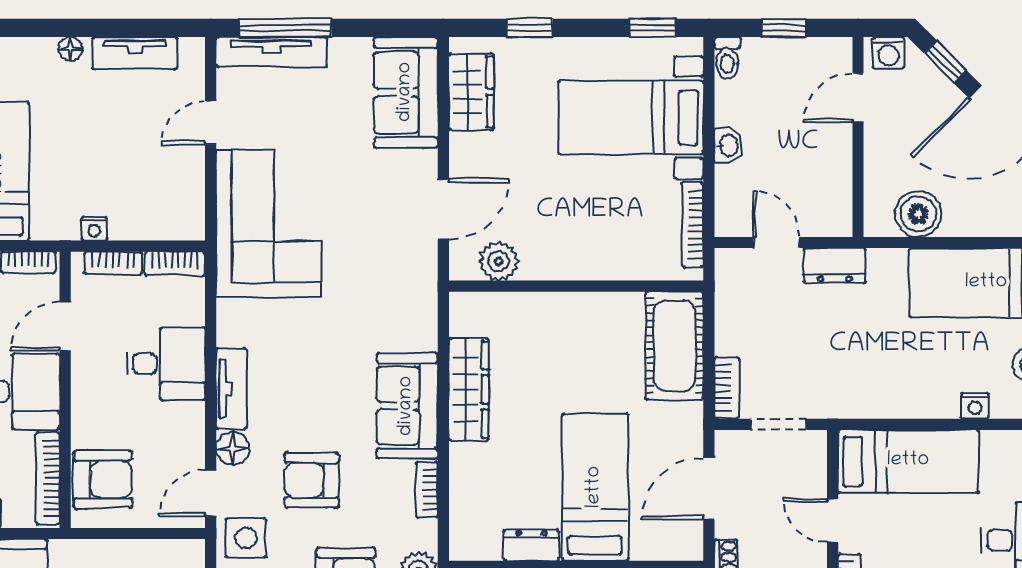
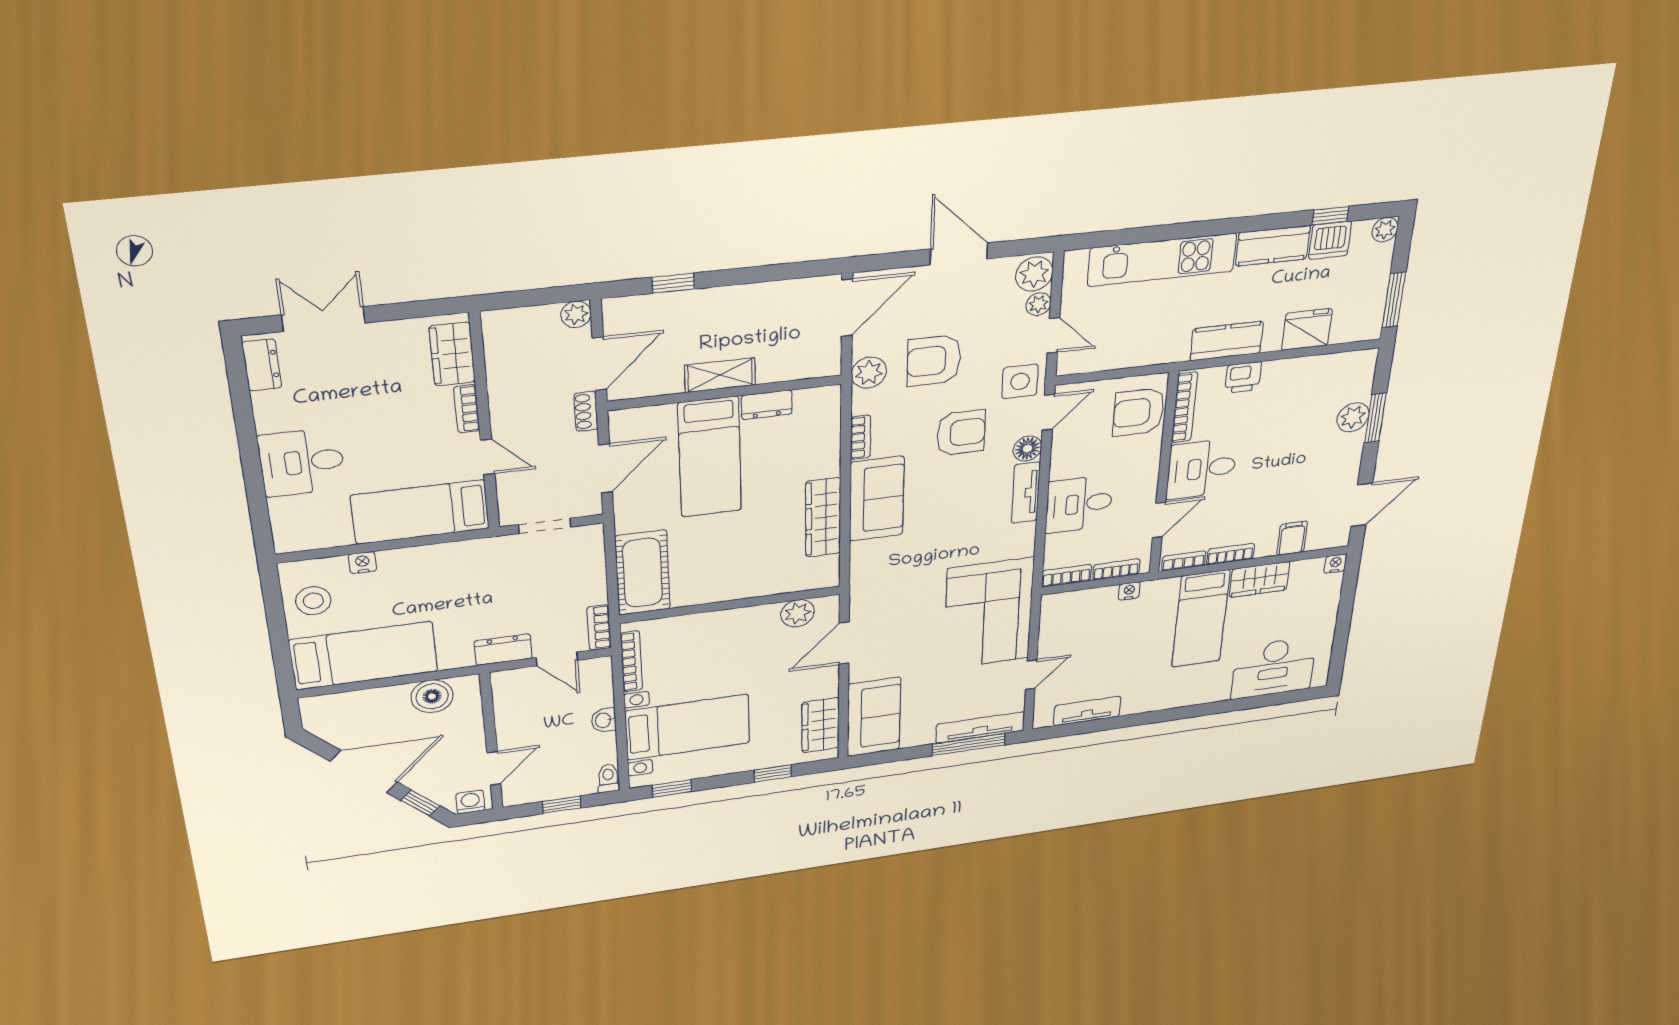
floor lamp: (70, 49) -> (1137, 706), removed
bookcase: (727, 388) -> (599, 628), moved

